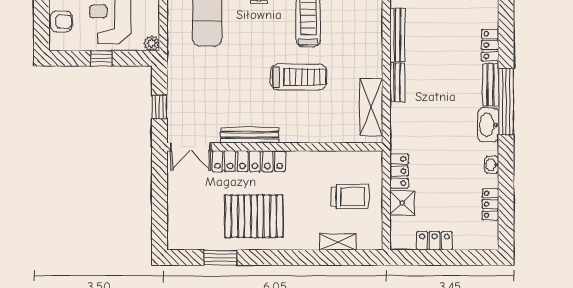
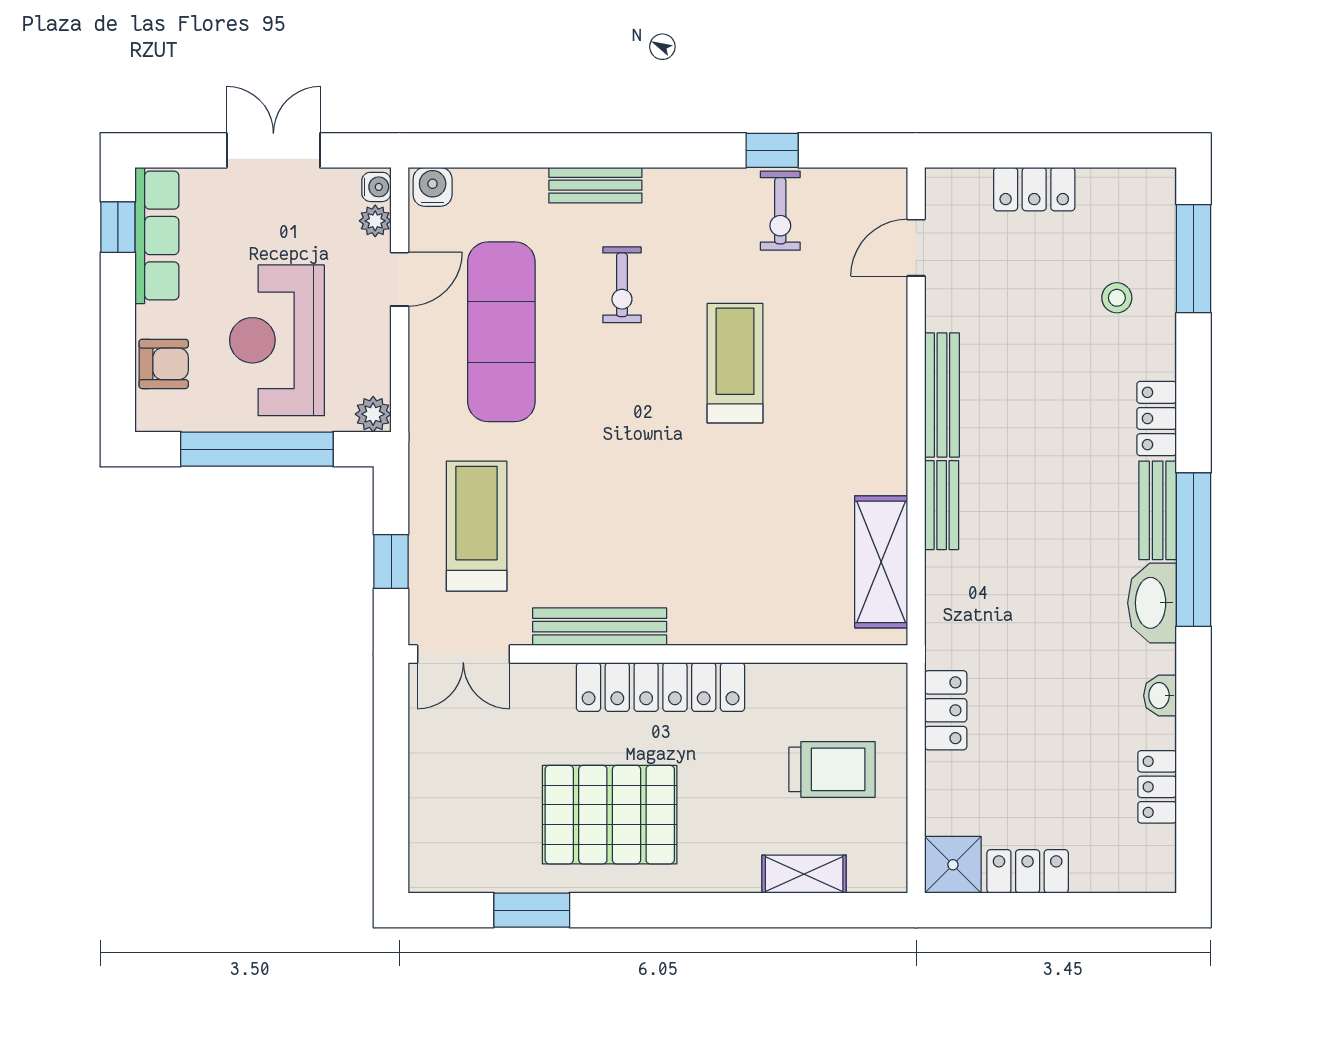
window: (101, 58) -> (257, 449), width x3.17
treadmill: (299, 77) -> (477, 526), moved, turned -90
locker: (249, 161) -> (661, 687), moved
shower: (402, 203) -> (953, 865), moved

